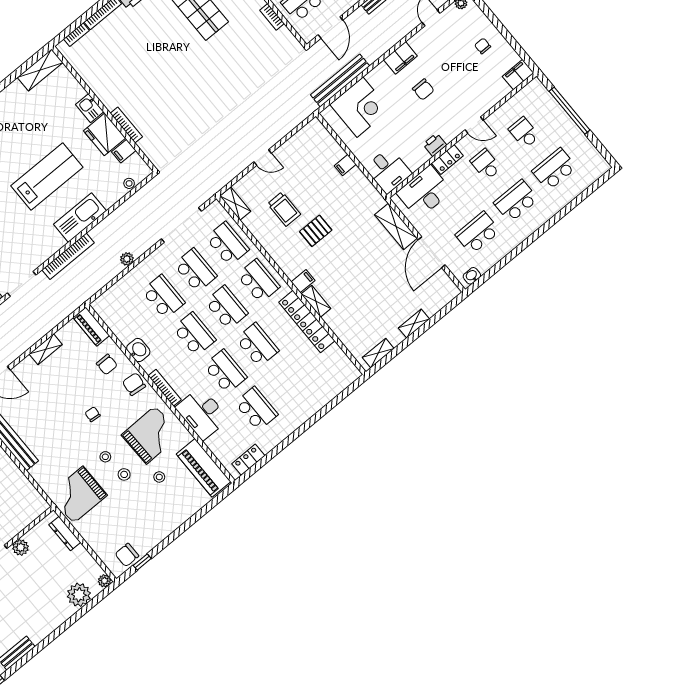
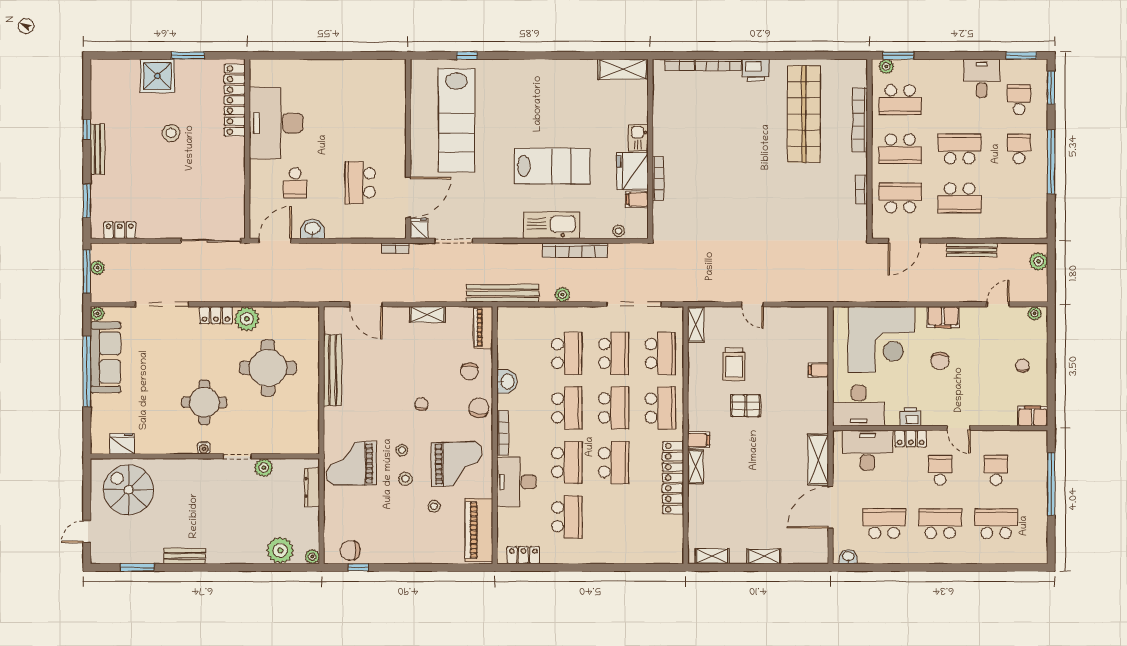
bench: (340, 80) -> (503, 293), moved
corner desk: (360, 107) -> (881, 339), width x1.36, depth x1.36
desk: (388, 170) -> (859, 406), width x1.37
bookcase: (68, 256) -> (575, 250), moved

